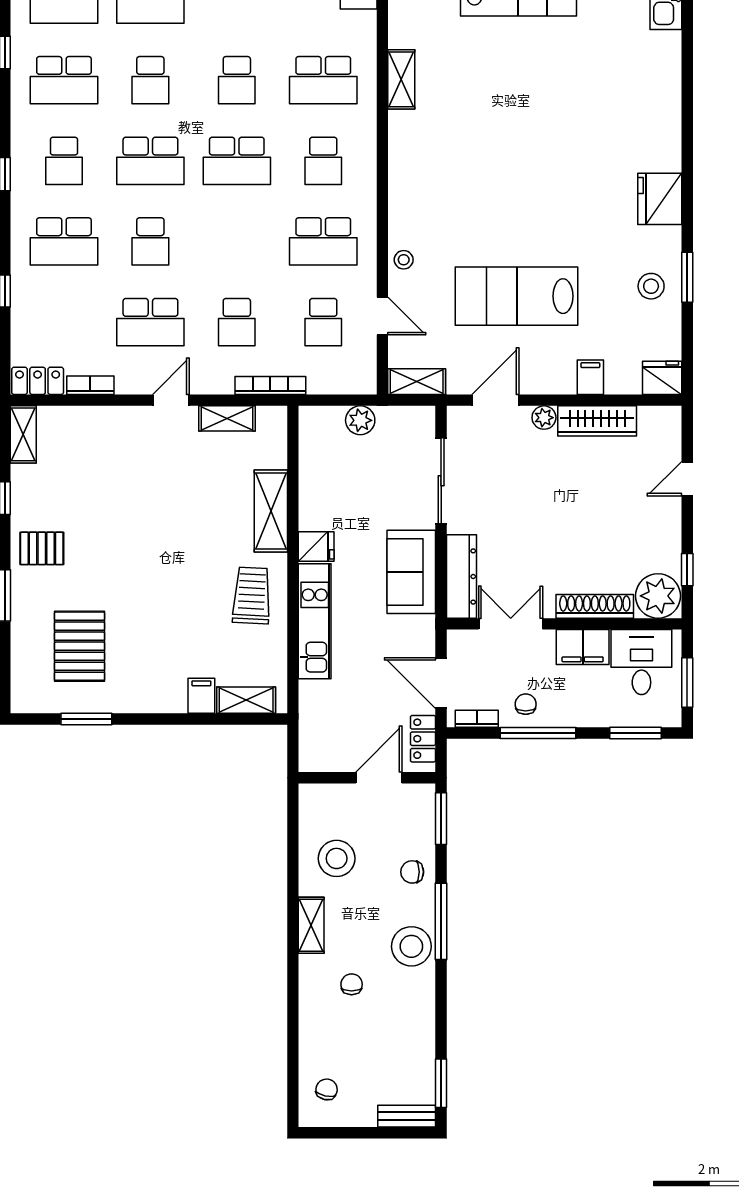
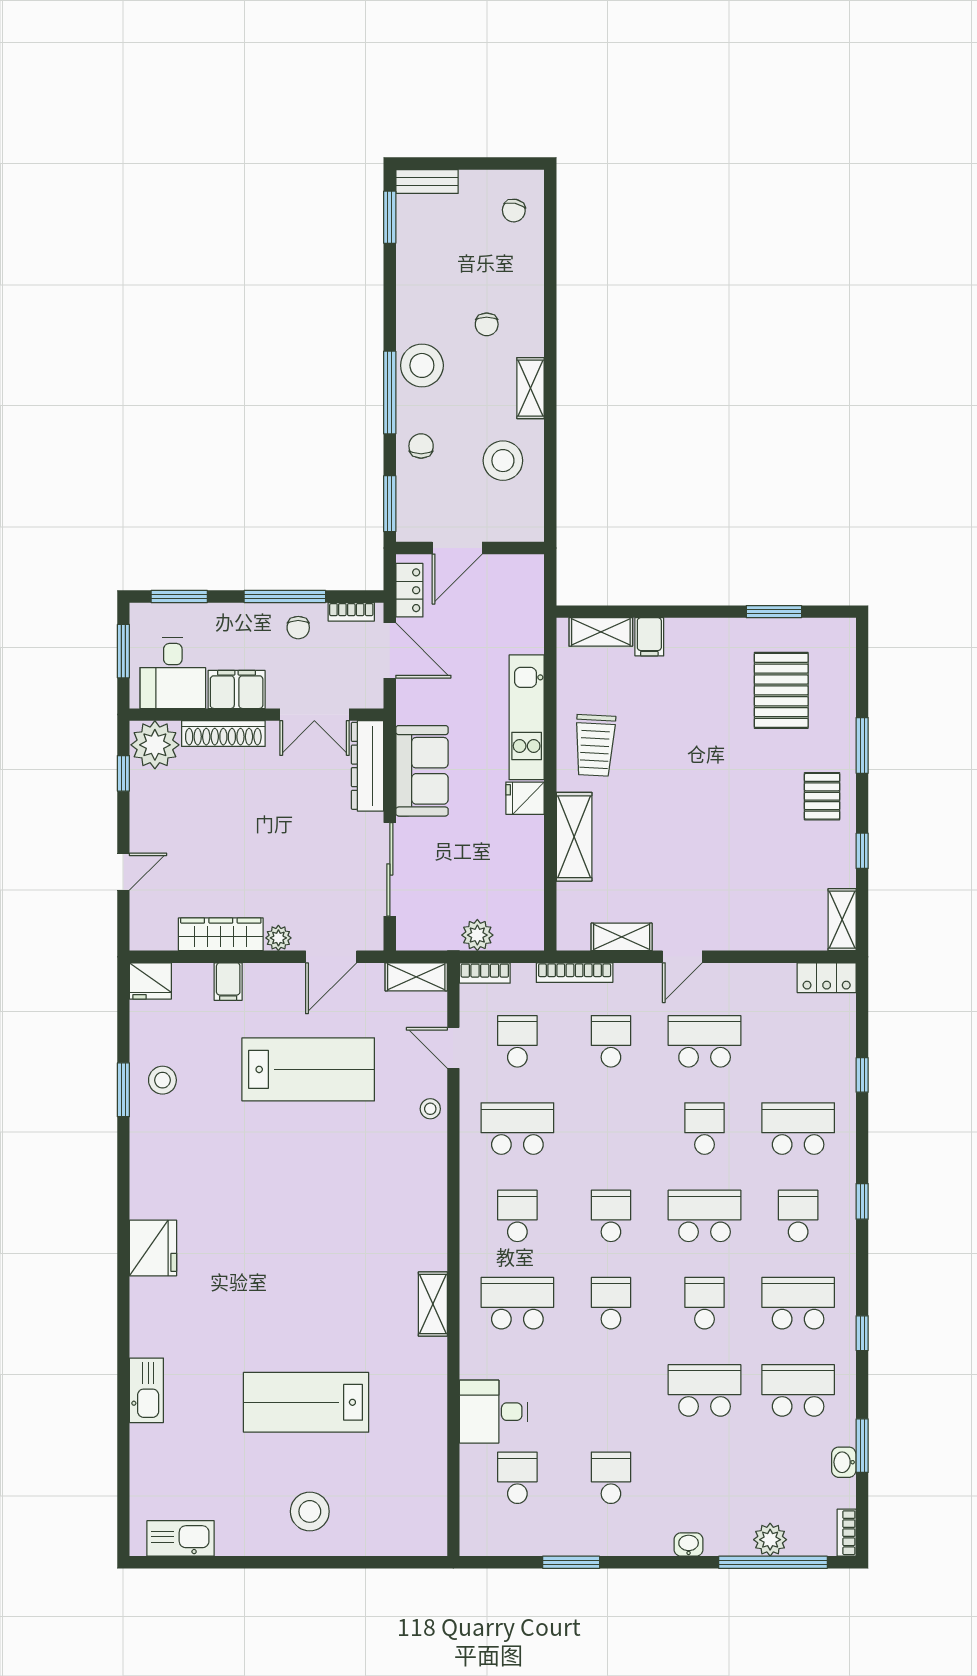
school desk: (237, 161) -> (611, 1216), width x0.54
fridge: (660, 199) -> (153, 1248), moved
bookcase: (90, 385) -> (485, 973), moved
pallet: (42, 548) -> (822, 796), turned 90
chair: (412, 872) -> (421, 446), turned -90

